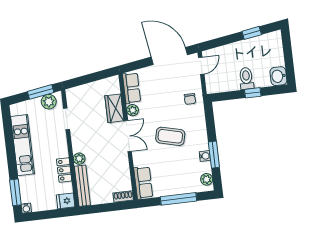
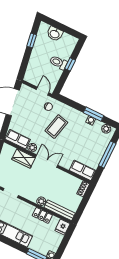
door: (201, 66) -> (43, 91), moved
washbasin: (278, 76) -> (55, 34), moved
coffee table: (170, 136) -> (56, 127), moved

